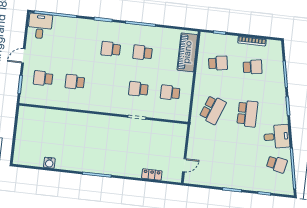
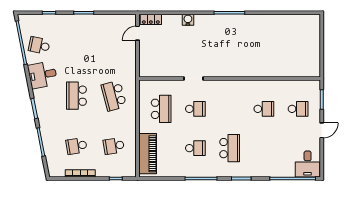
school desk: (111, 49) -> (230, 148), width x1.85
school desk: (170, 93) -> (161, 109), width x1.85
school desk: (213, 110) -> (114, 96), turned -36
water cooler: (49, 163) -> (188, 20), moved
locker: (152, 175) -> (151, 19), moved

